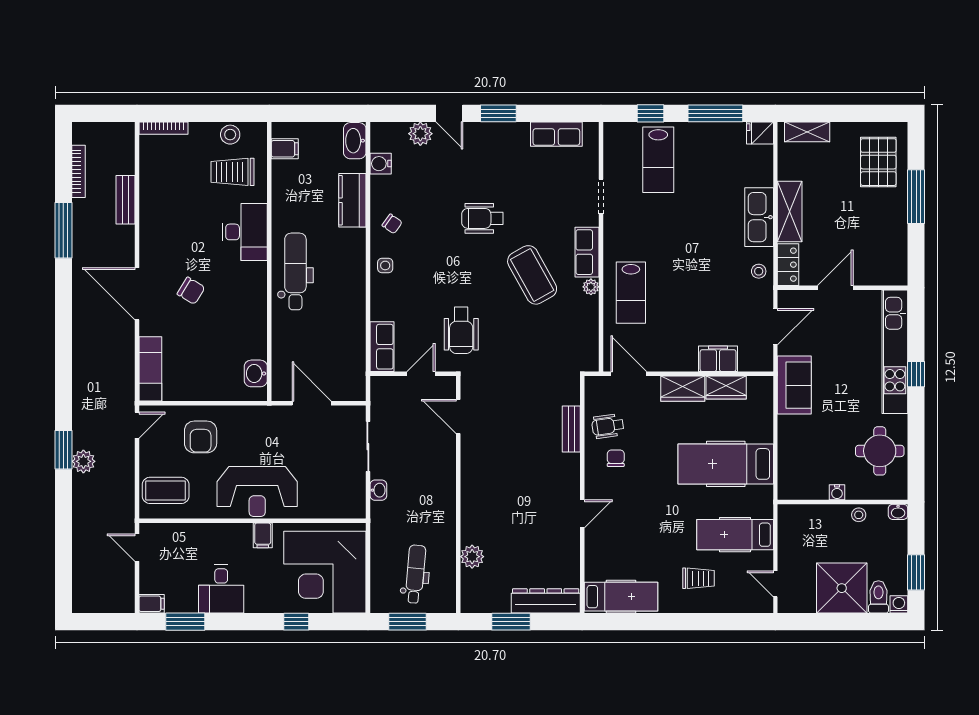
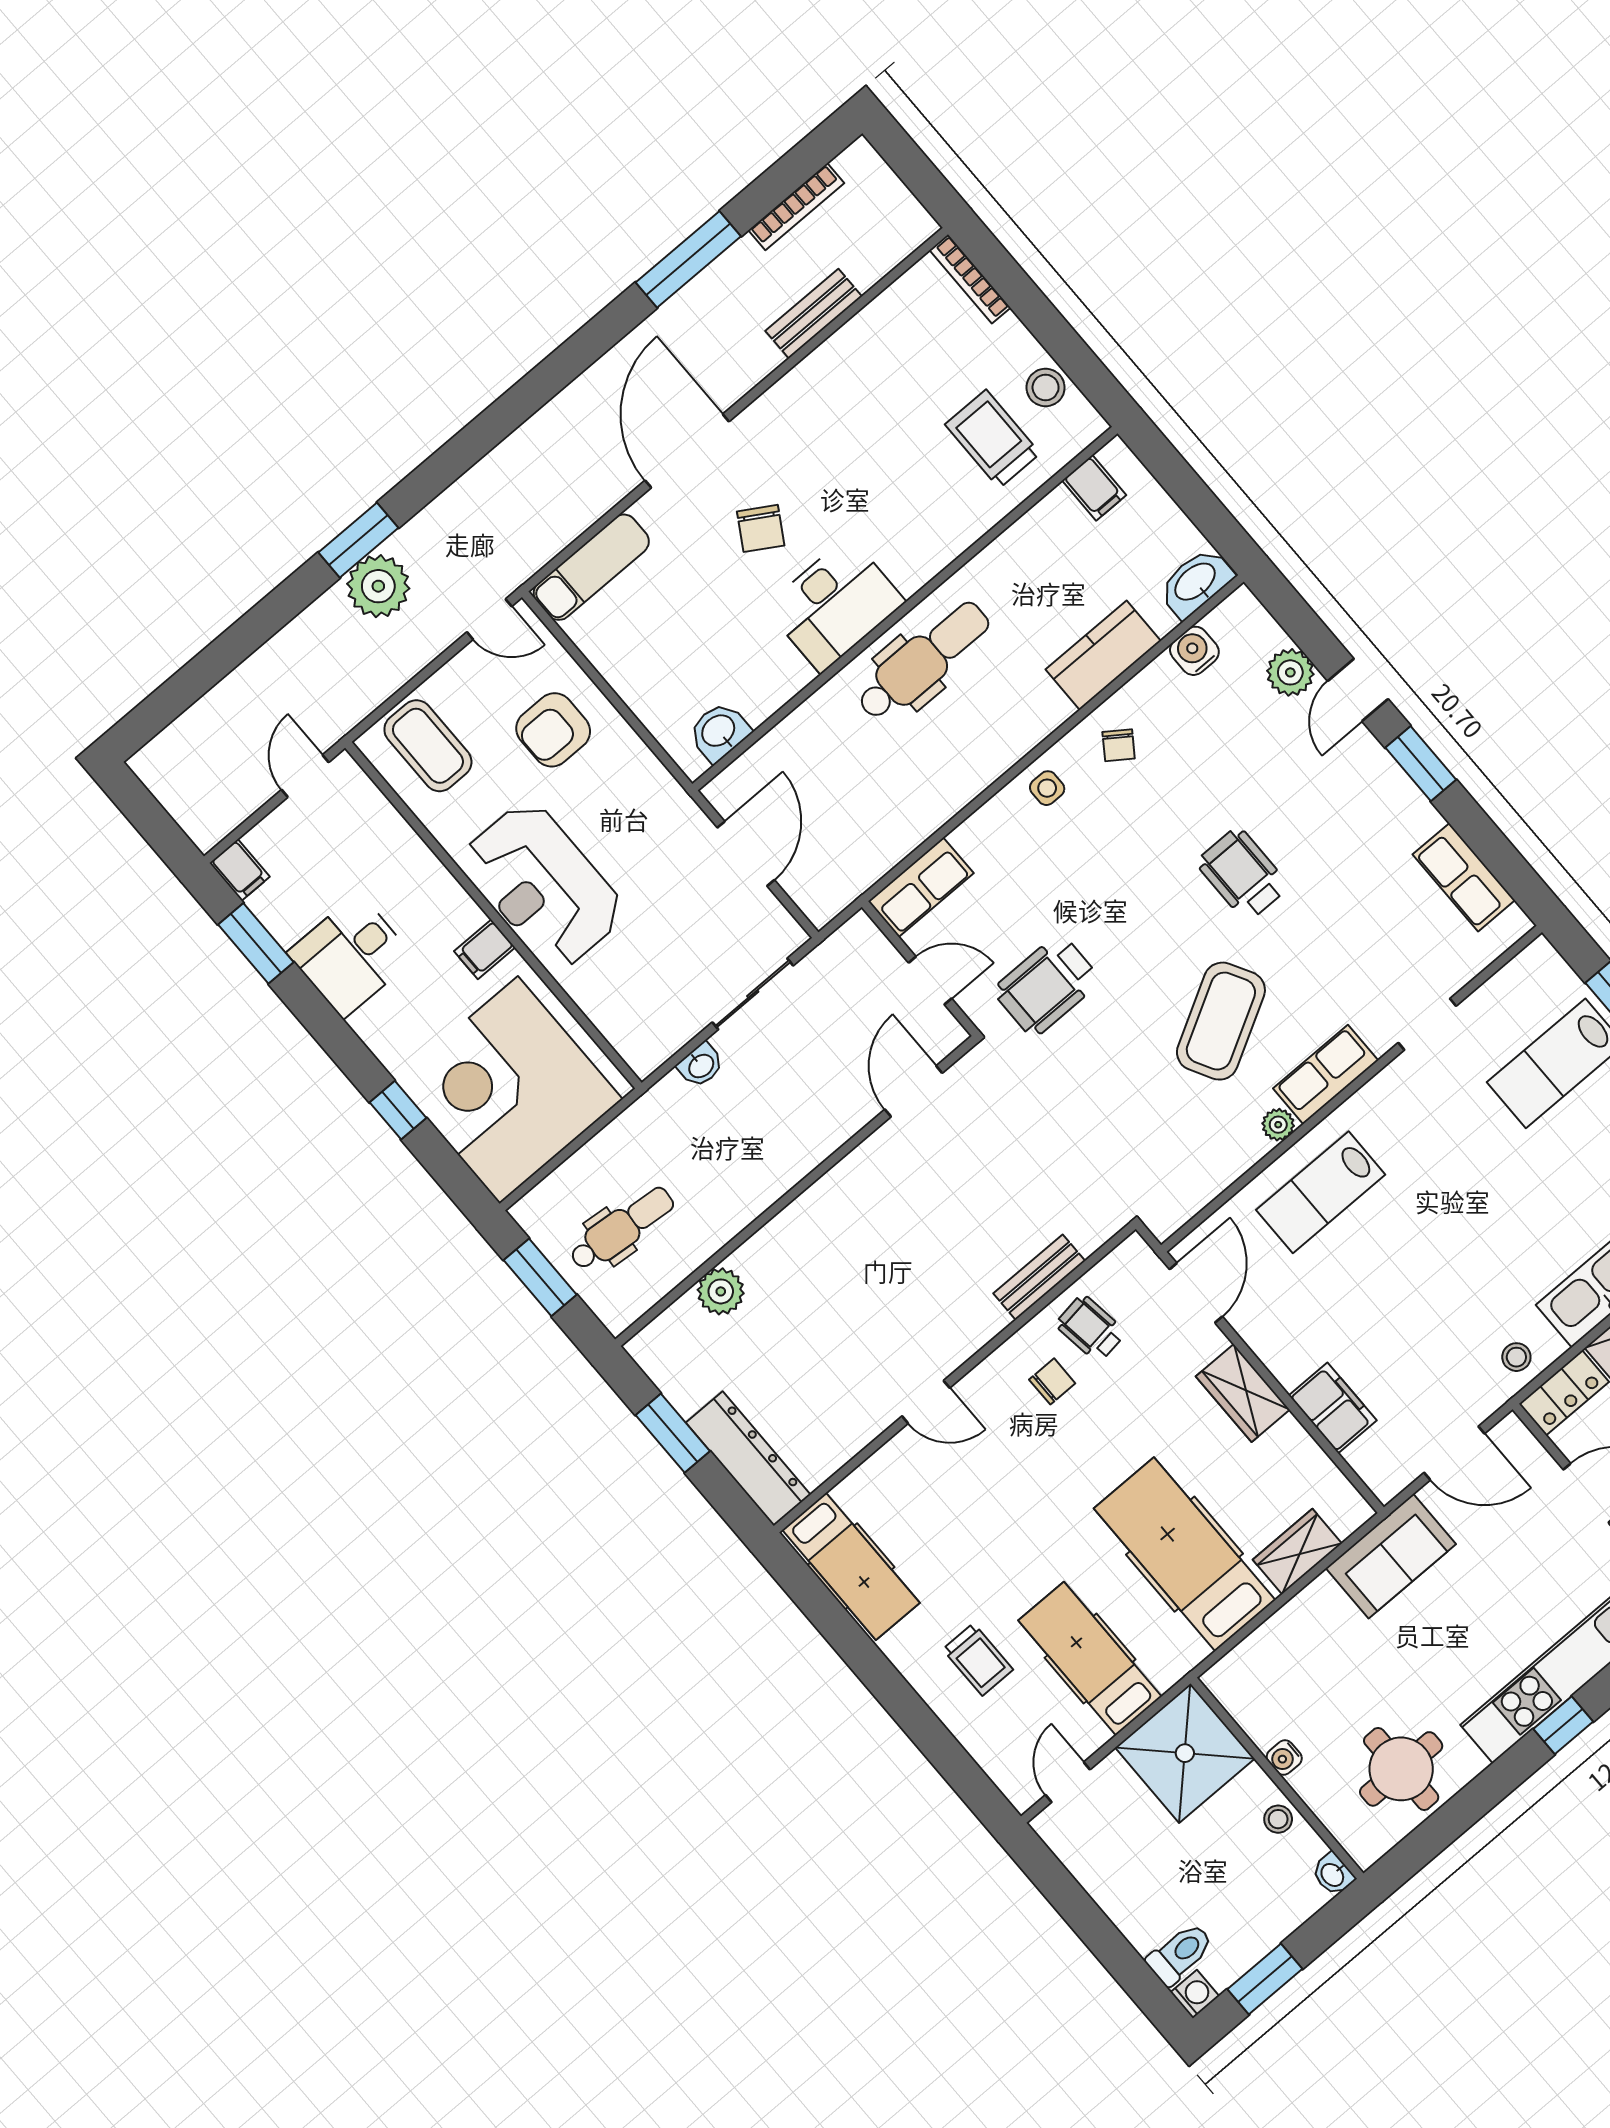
desk: (245, 232) -> (835, 604), moved
wardrobe: (726, 387) -> (1297, 1551), moved, turned 90
plant: (83, 461) -> (378, 586), width x1.36, depth x1.36
shower: (842, 588) -> (1185, 1753), moved

